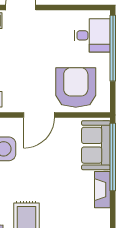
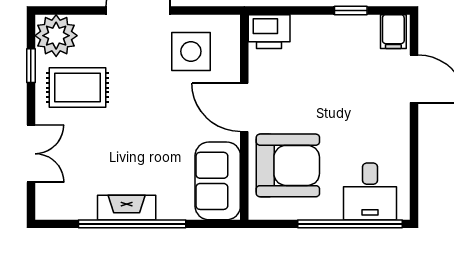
sofa: (96, 145) -> (218, 181), moved, turned -90
window: (113, 157) -> (132, 224), moved

